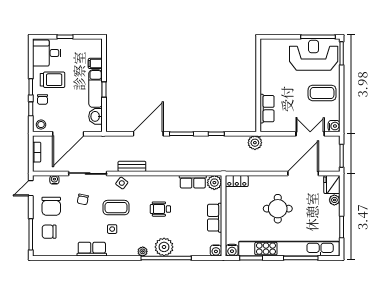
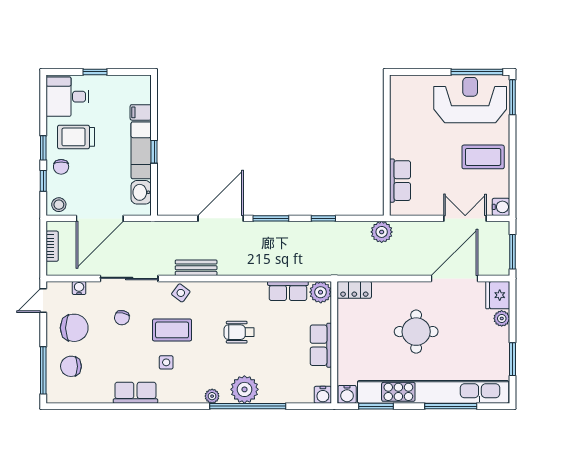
trolley: (52, 80) -> (76, 137), turned 180
chair: (51, 206) -> (74, 328), turned -90

